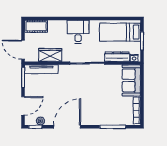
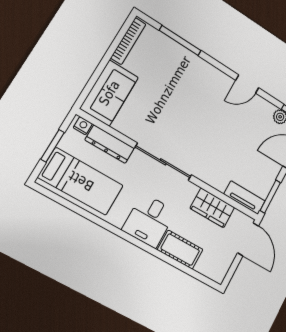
cot: (36, 26) -> (180, 250), moved
tv unit: (41, 69) -> (245, 198), width x0.71
door: (67, 127) -> (247, 84), width x0.53

